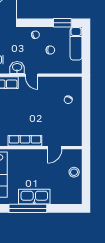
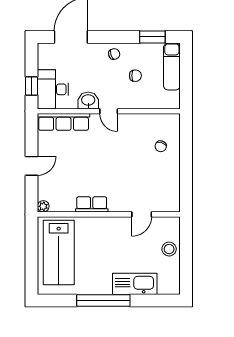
row of seats: (25, 141) -> (92, 204), width x0.68
kitchen sink: (34, 197) -> (135, 284), moved

